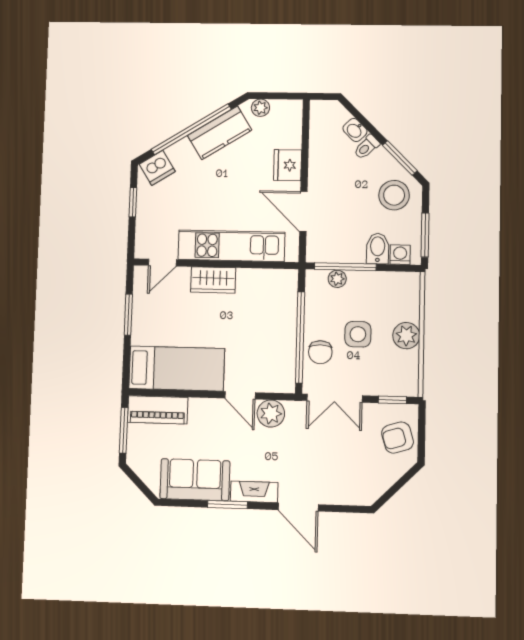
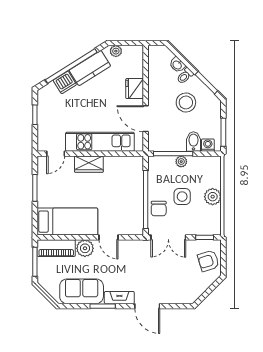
dishwasher: (157, 168) -> (65, 82), moved
stool: (394, 195) -> (186, 102), moved
plant: (337, 279) -> (181, 162), moved
plant: (271, 414) -> (85, 248), moved

